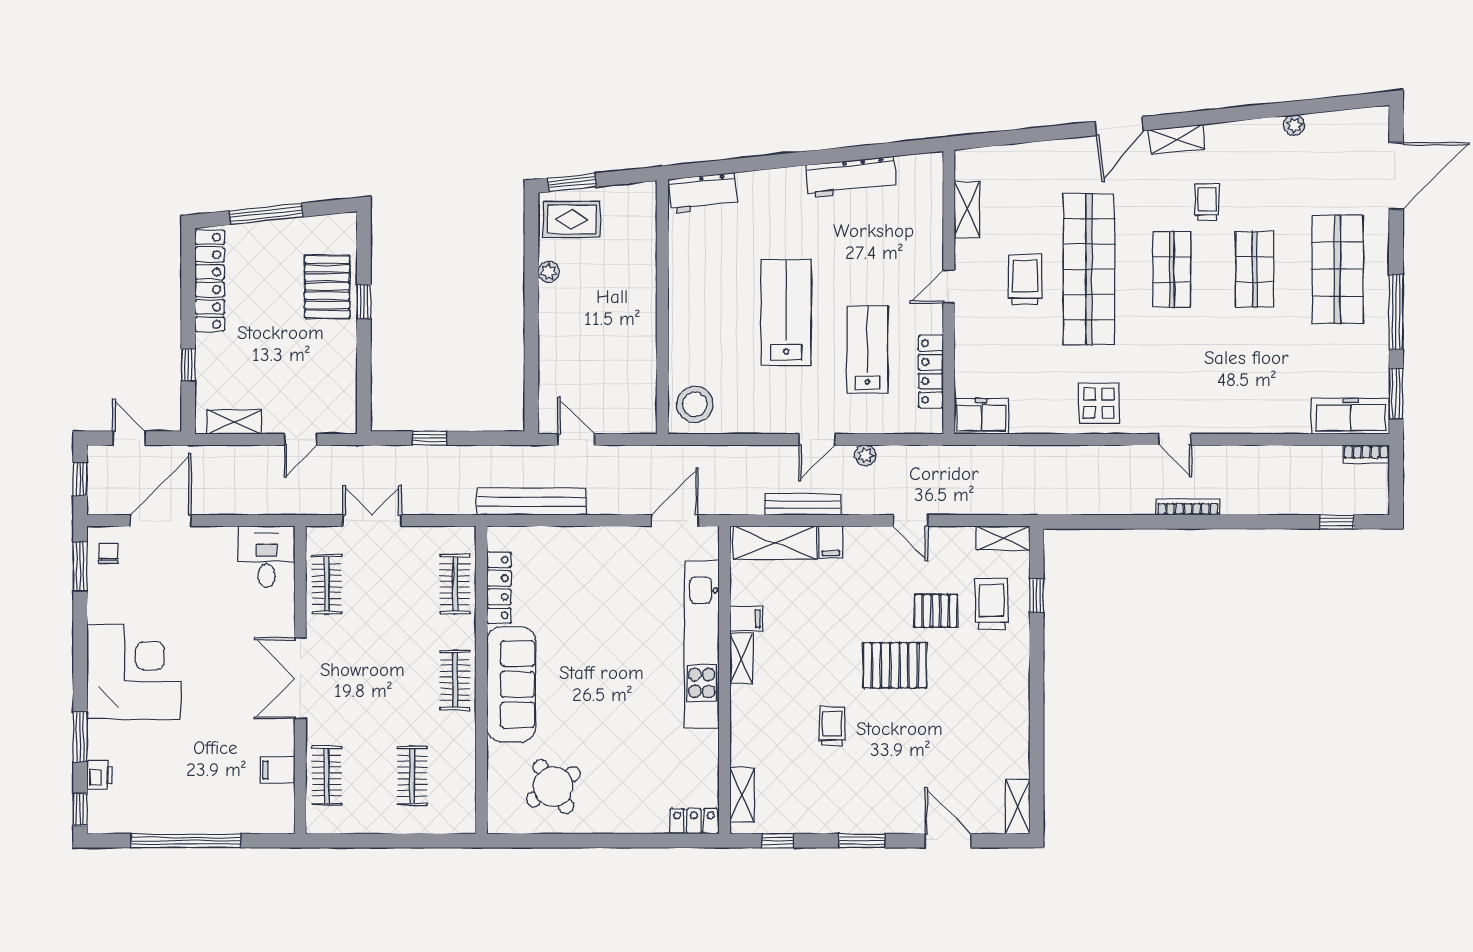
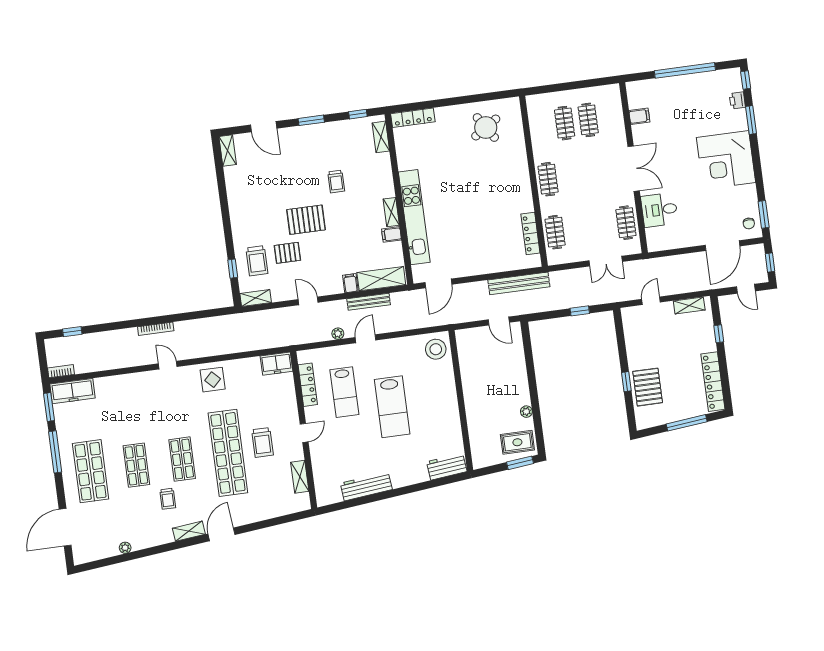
desk: (267, 557) -> (659, 210), moved, turned 90
sofa: (511, 684) -> (517, 181), removed
clothes rail: (327, 776) -> (588, 120), moved
locker: (694, 821) -> (413, 118), width x1.53

